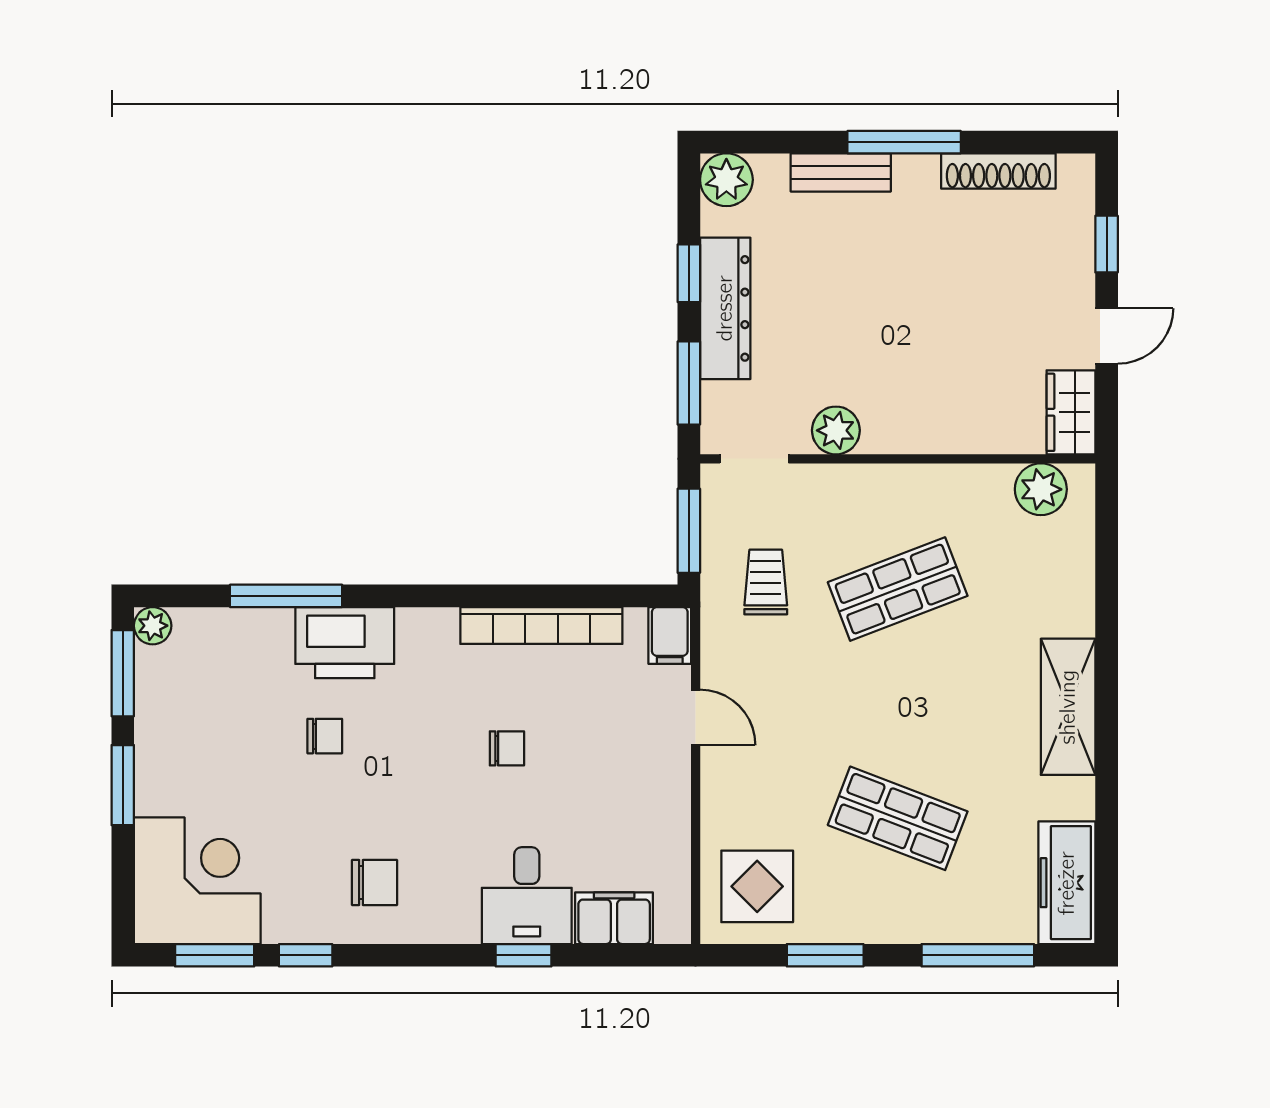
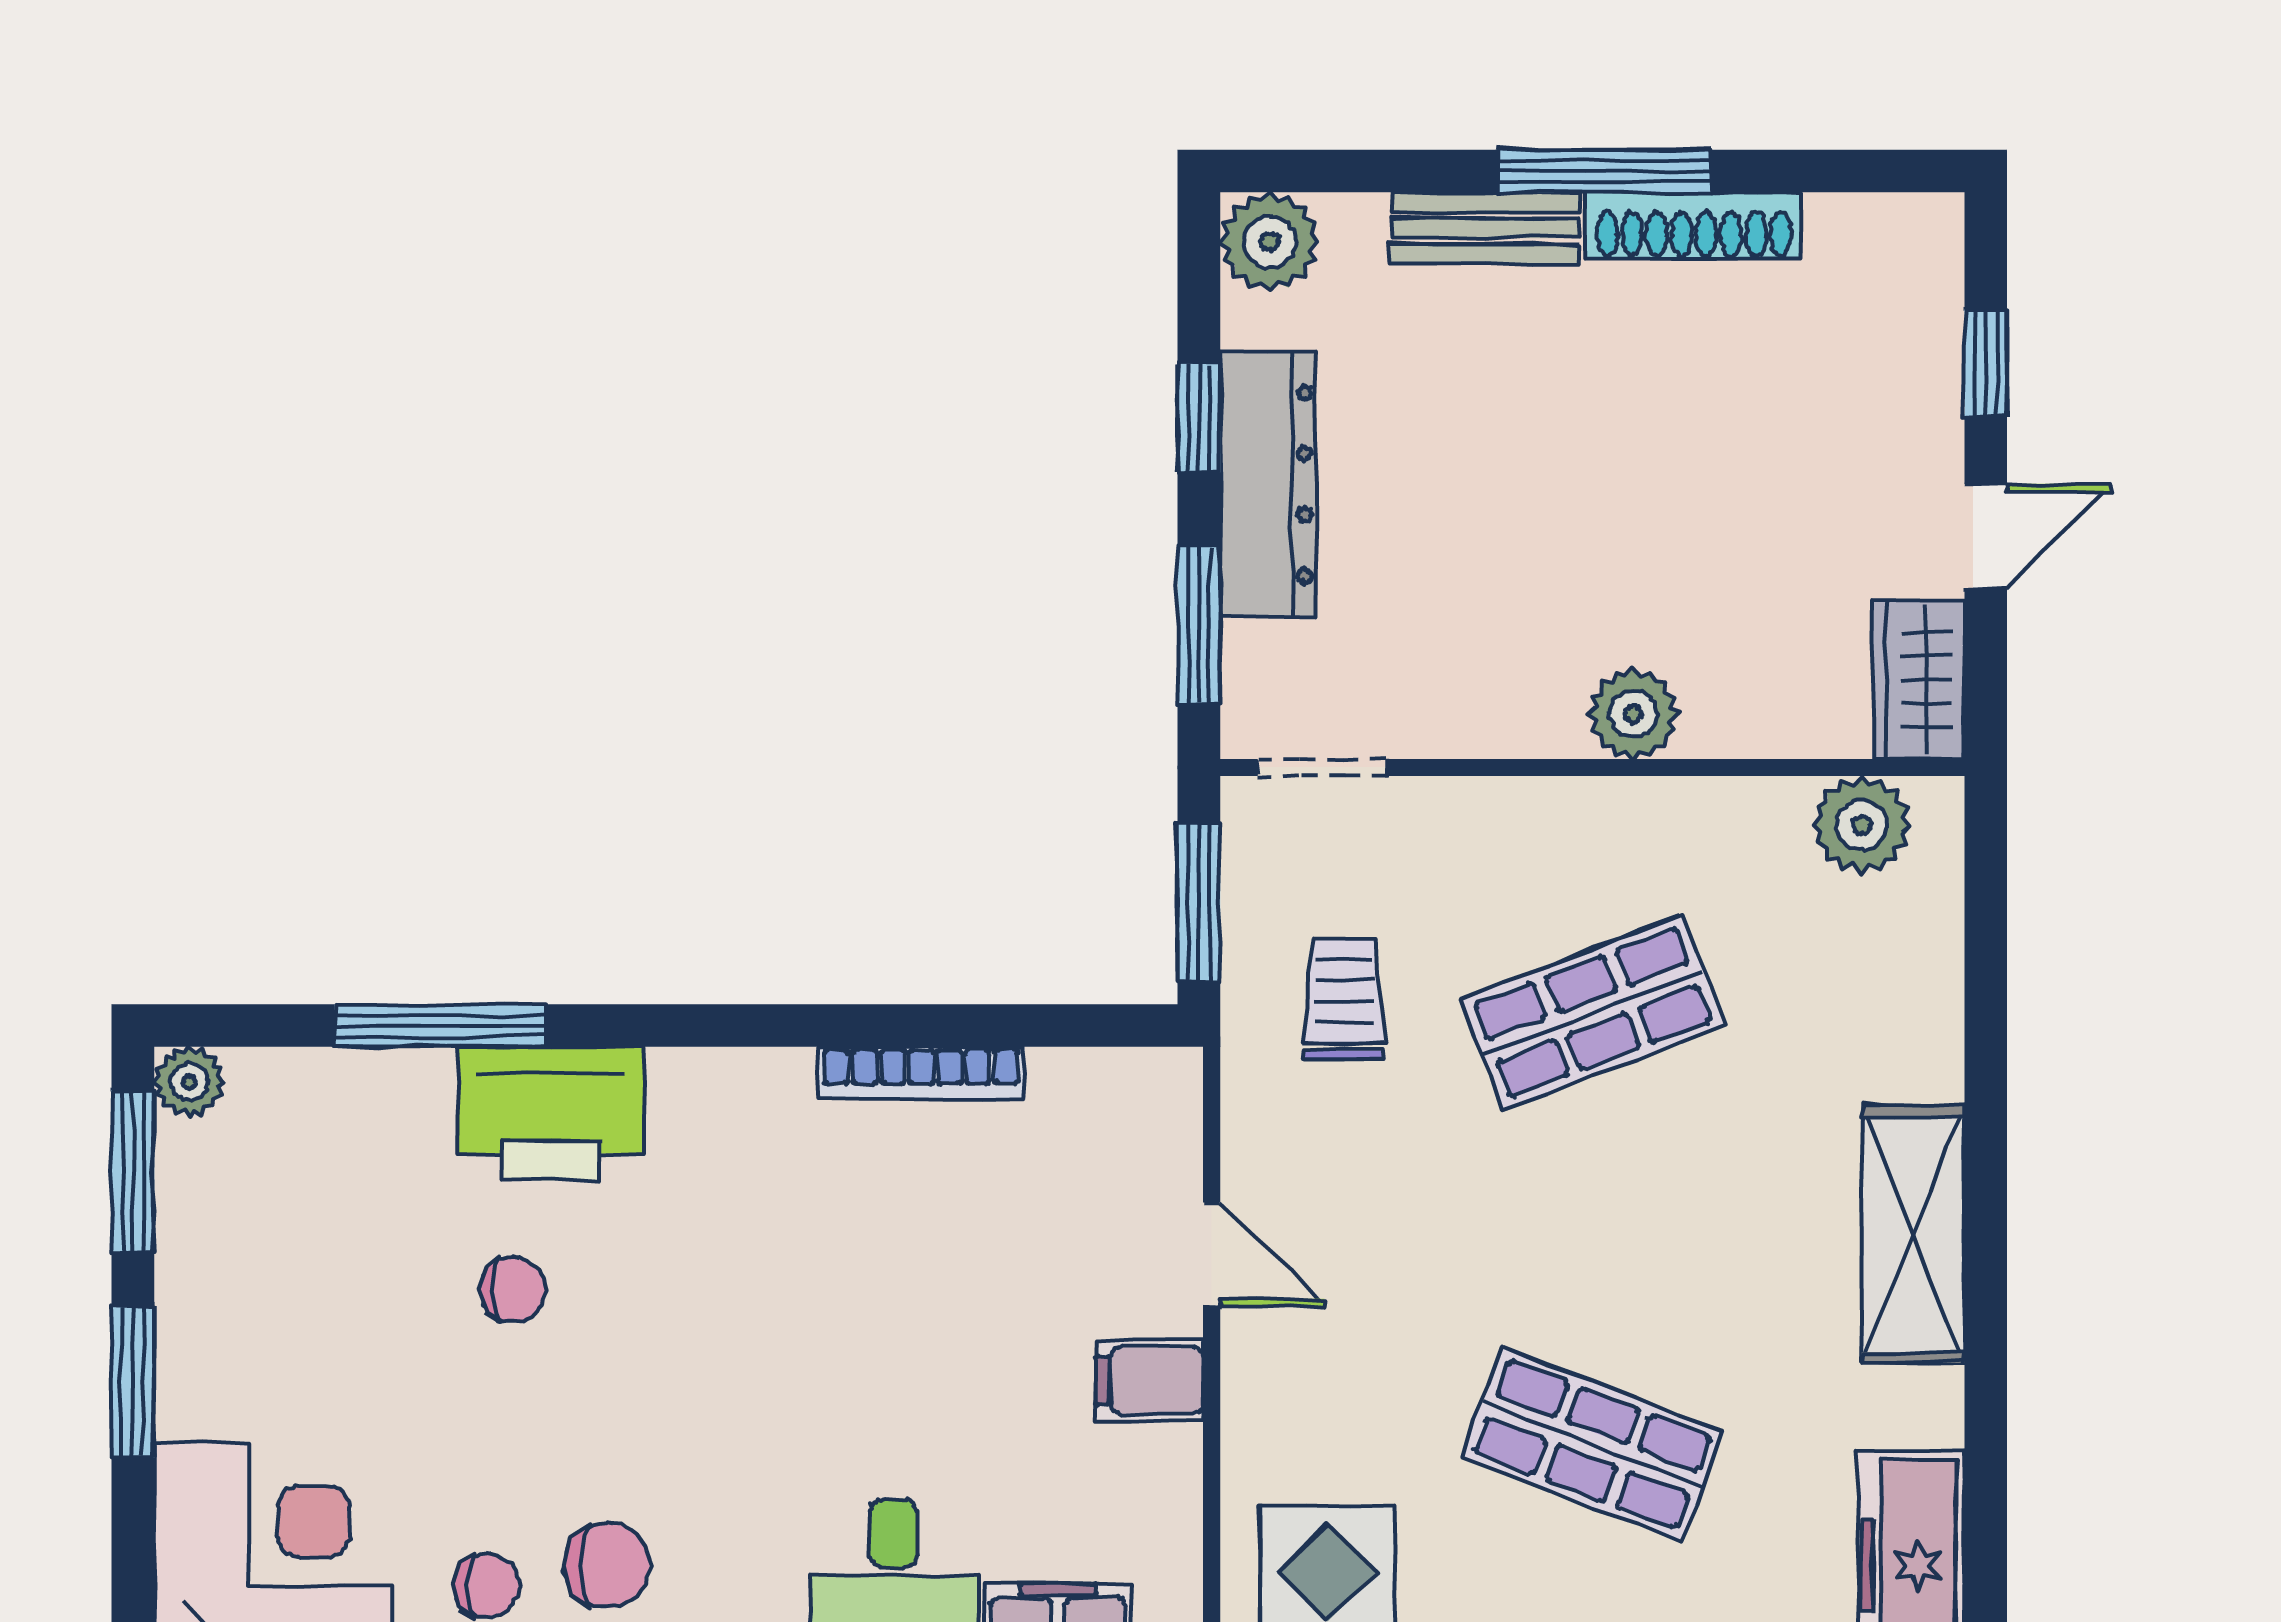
shoe rack: (998, 171) -> (1694, 225), moved
plant: (836, 430) -> (1633, 714), moved
bookcase: (541, 625) -> (921, 1073), width x0.68, depth x0.76
filing cabinet: (670, 636) -> (1150, 1380), moved, turned 90
chair: (507, 748) -> (487, 1585), moved

